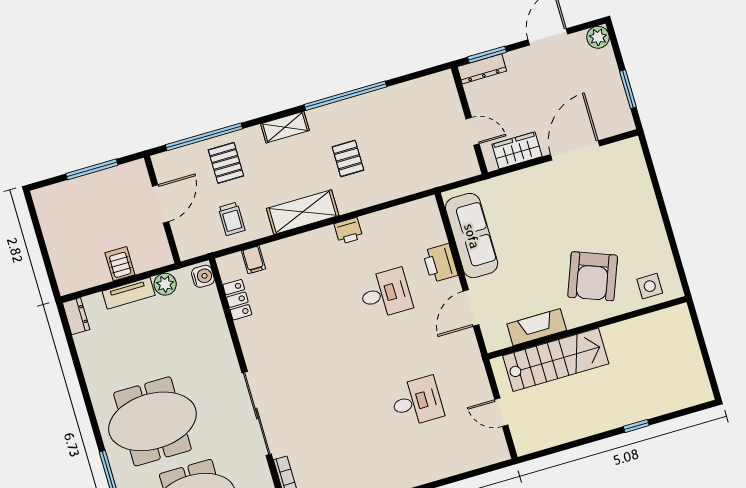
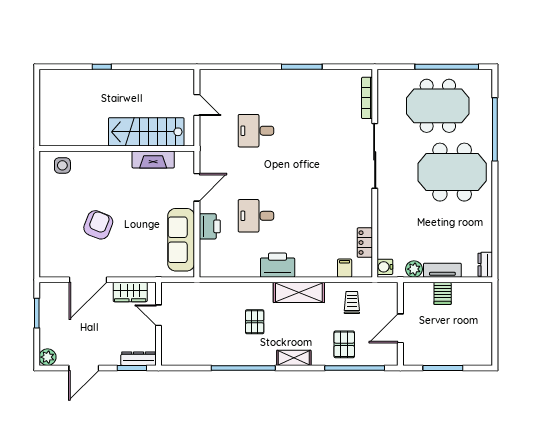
printer: (348, 231) -> (278, 265), width x1.87, depth x1.48
armchair: (593, 276) -> (98, 225), moved, width x0.73, depth x0.73

